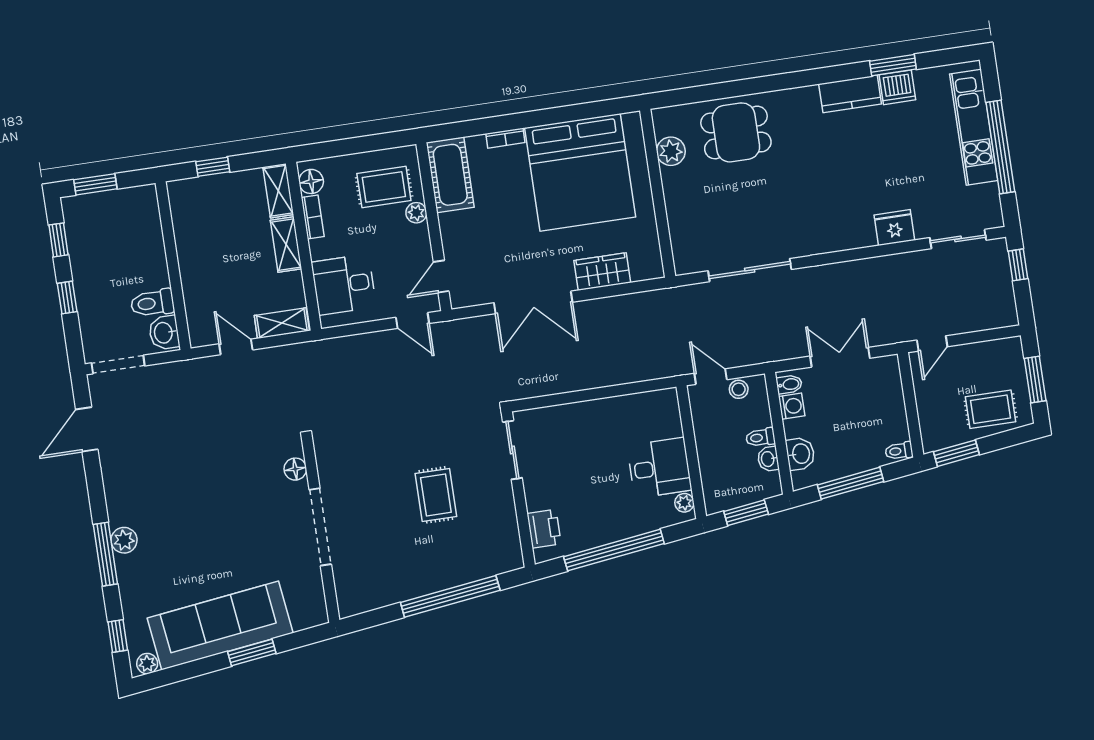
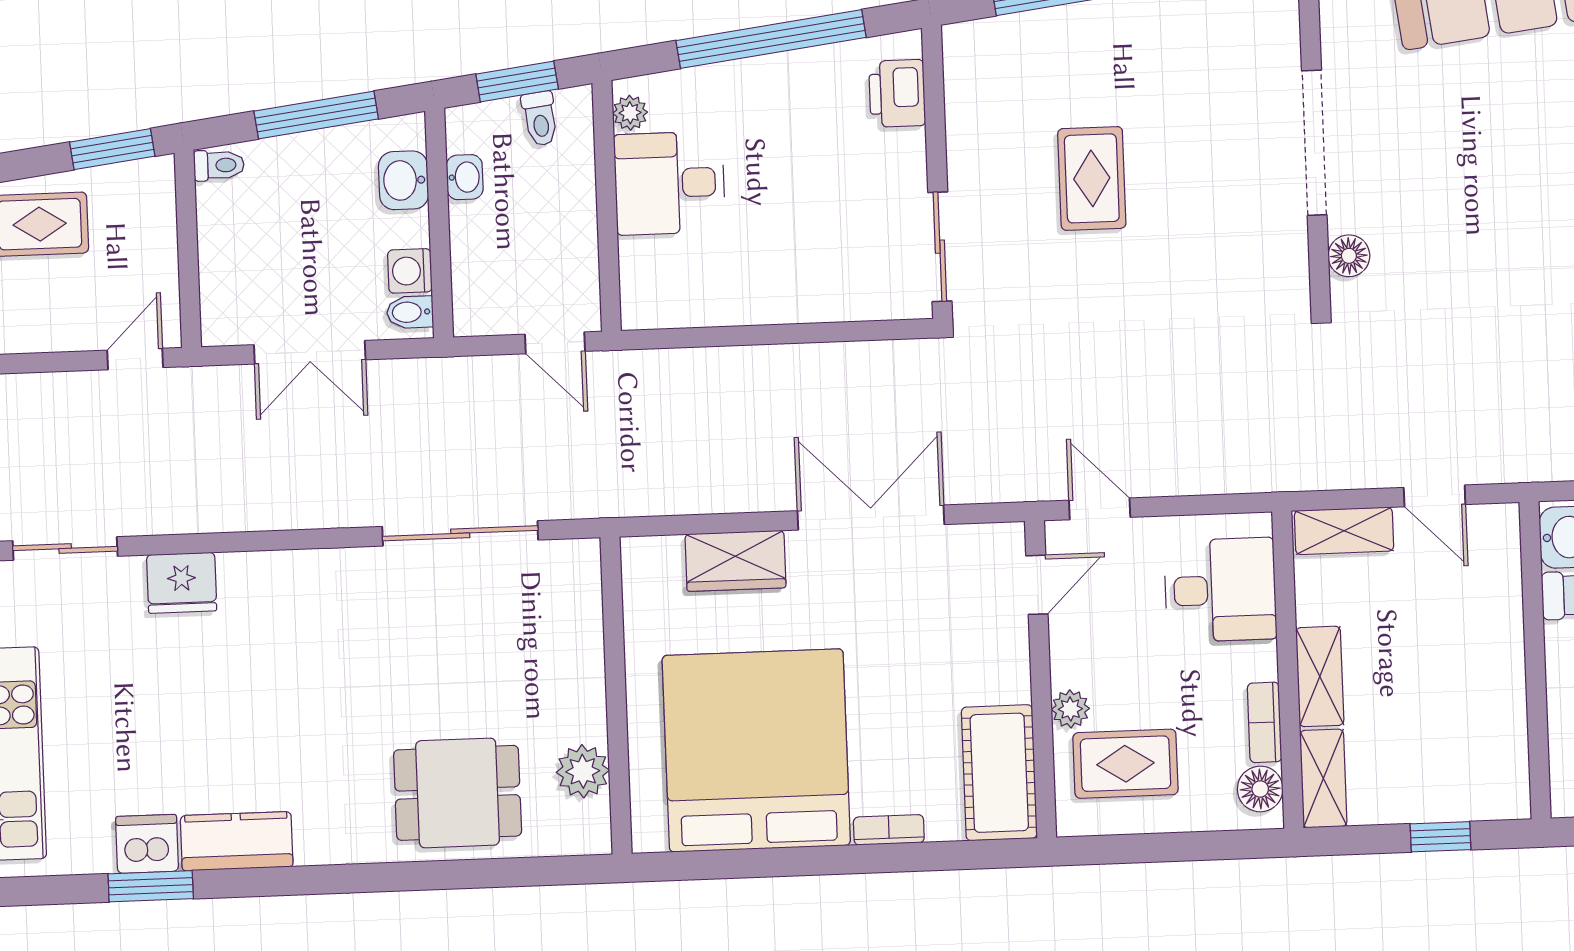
stool: (739, 389) -> (505, 313), removed
toilet: (760, 437) -> (540, 119), moved, turned 83

